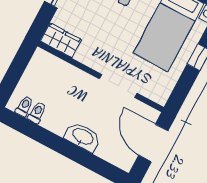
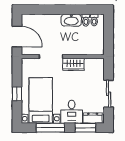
wardrobe: (61, 40) -> (73, 64), moved
washbasin: (83, 137) -> (71, 20), moved

